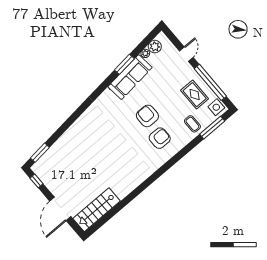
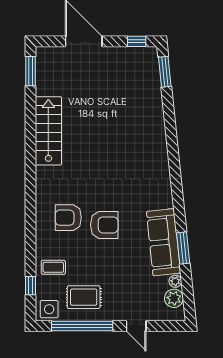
window: (212, 128) -> (31, 286), width x0.46
armchair: (160, 138) -> (68, 218), turned 90
stairs: (97, 210) -> (48, 131), moved
window: (100, 223) -> (31, 71), added

